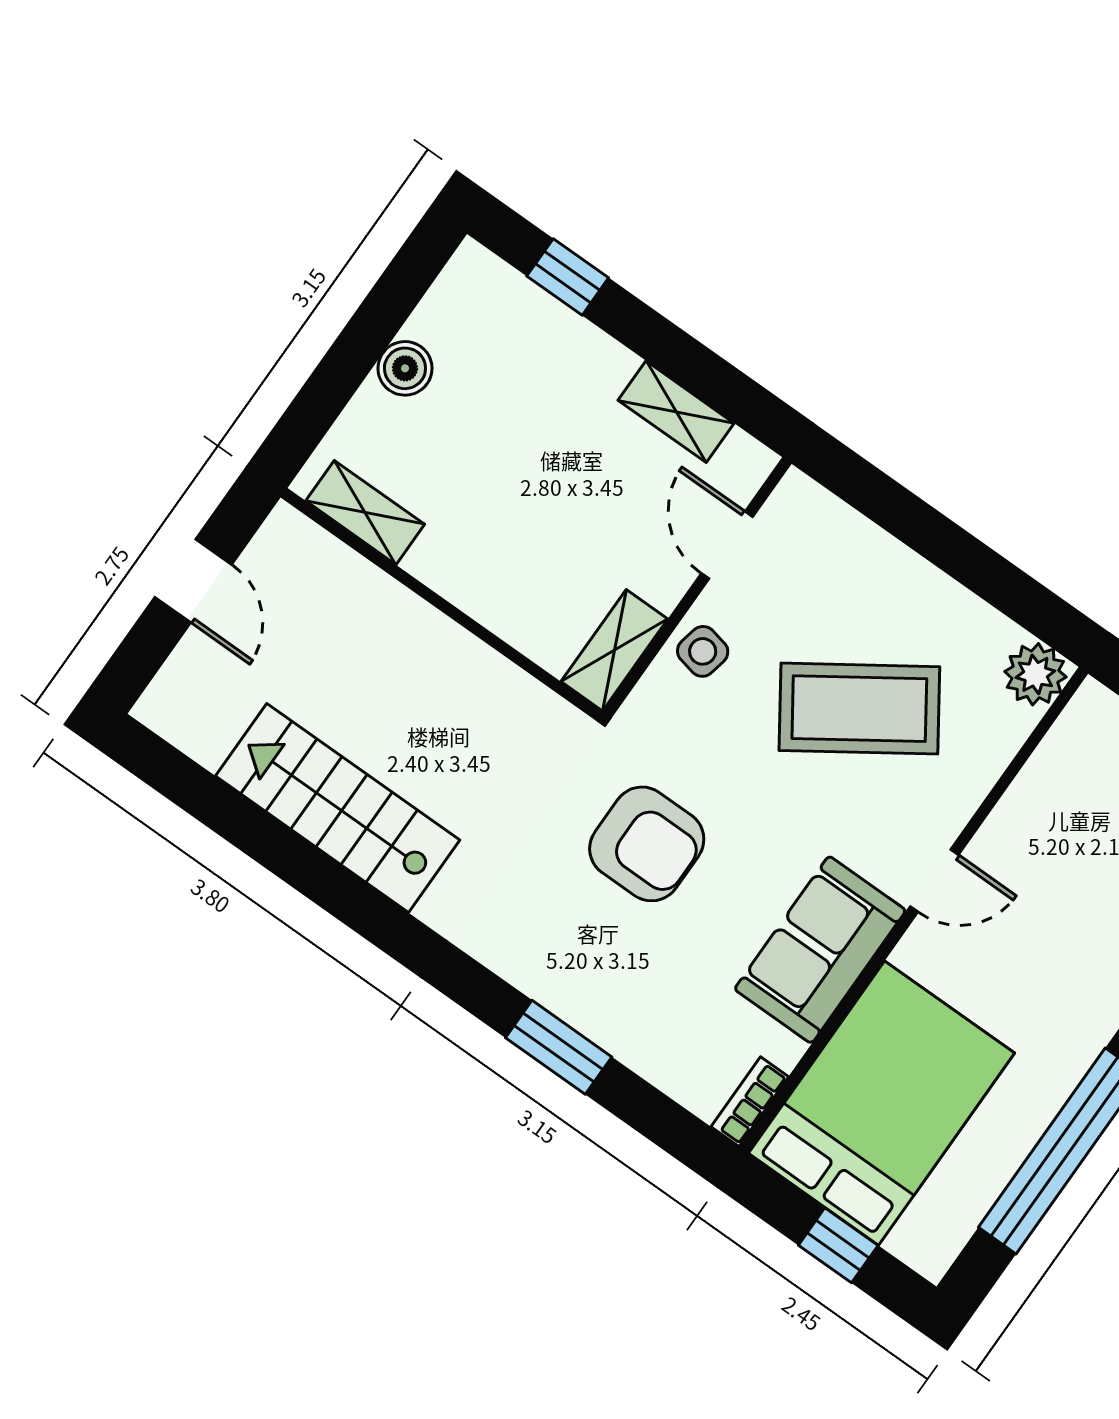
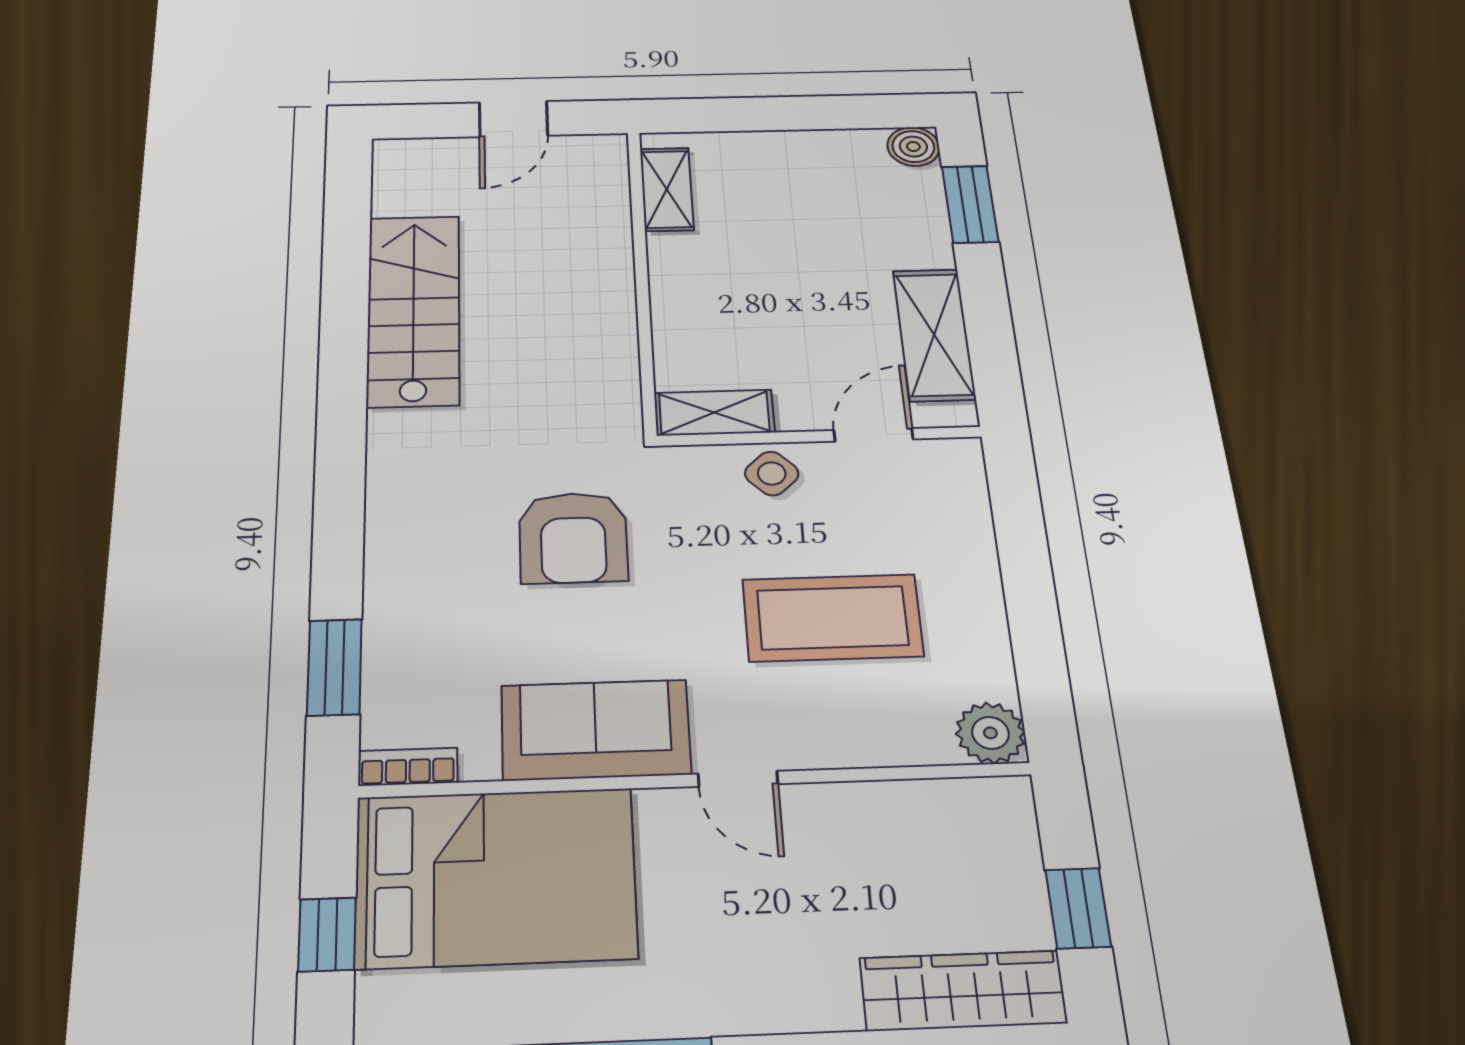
window: (568, 277) -> (970, 204), width x1.50
boiler: (405, 368) -> (913, 147), moved
shelving: (676, 412) -> (934, 334), width x1.50, depth x1.33
side table: (703, 651) -> (772, 473), turned 34
coffee table: (859, 709) -> (833, 618), turned -56
window: (559, 1047) -> (335, 667), moved

